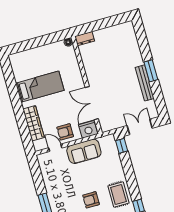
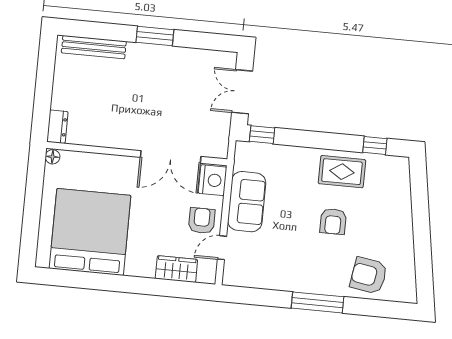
bench: (145, 83) -> (94, 47), moved
bed: (40, 87) -> (90, 232), width x2.04
wardrobe: (34, 123) -> (176, 269), width x0.67
armchair: (65, 132) -> (202, 221), turned 180

